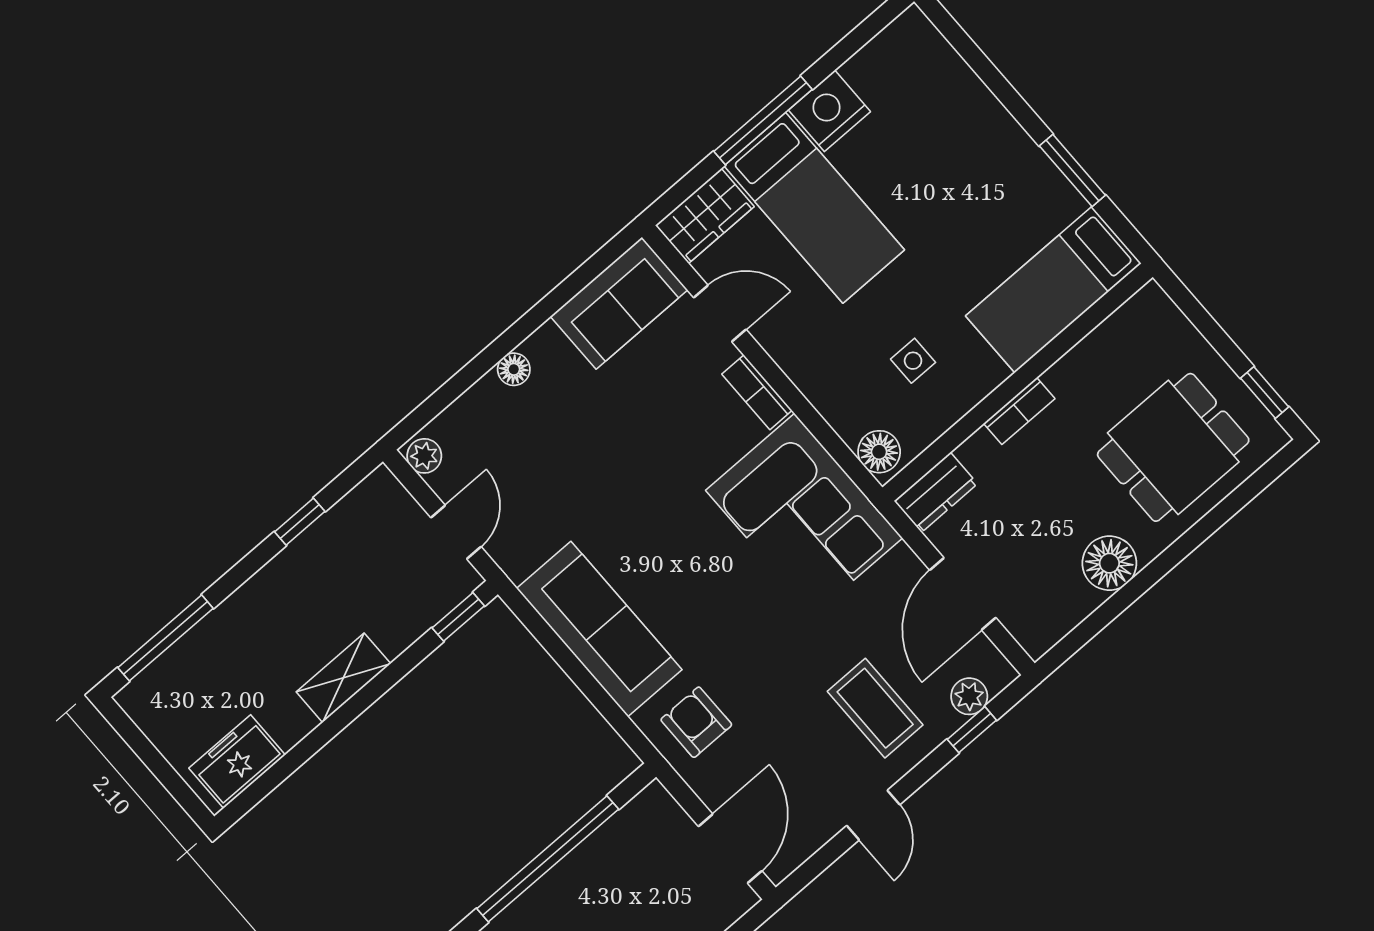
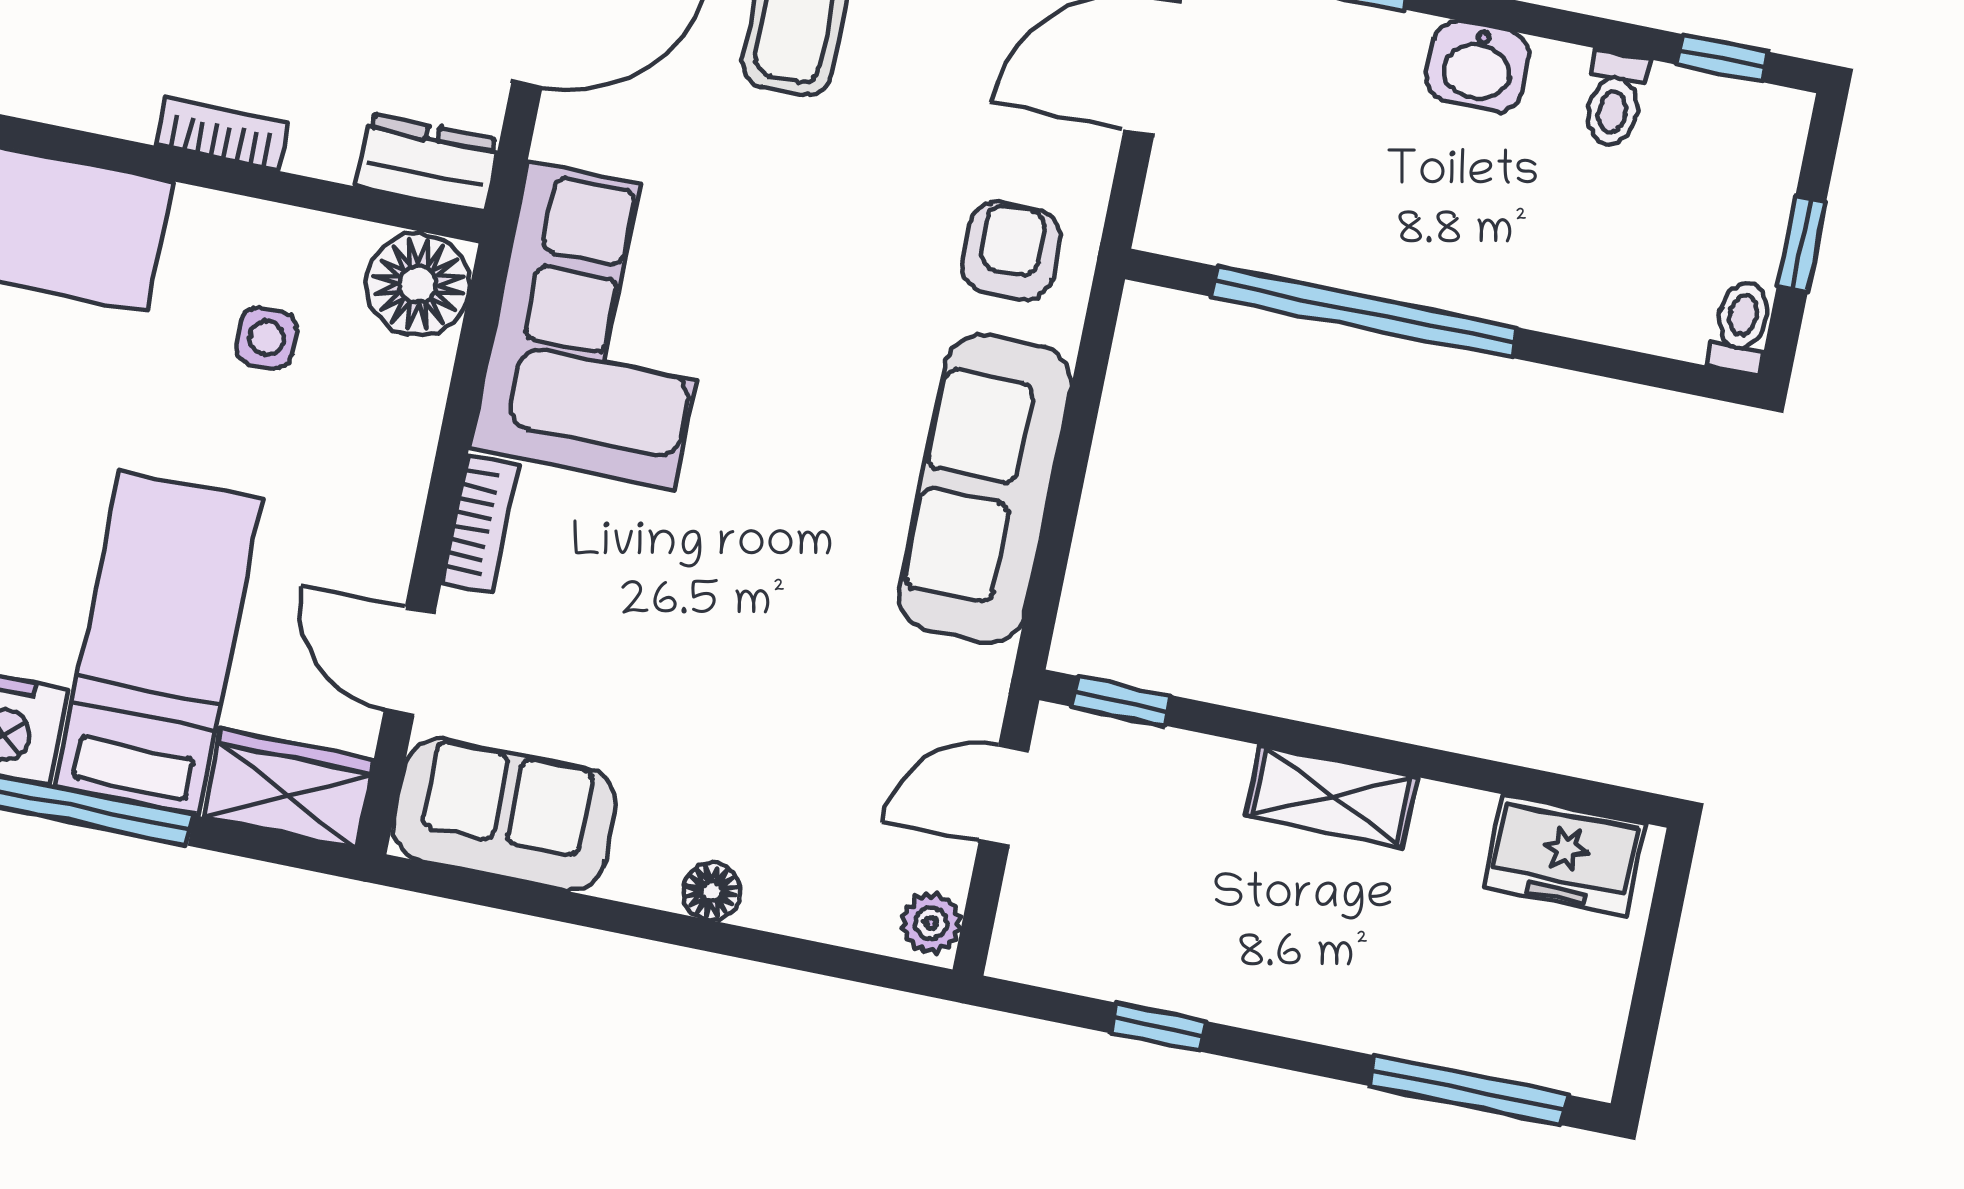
floor lamp: (879, 452) -> (418, 284), width x1.38, depth x1.38
armchair: (696, 722) -> (1011, 251), turned 180

